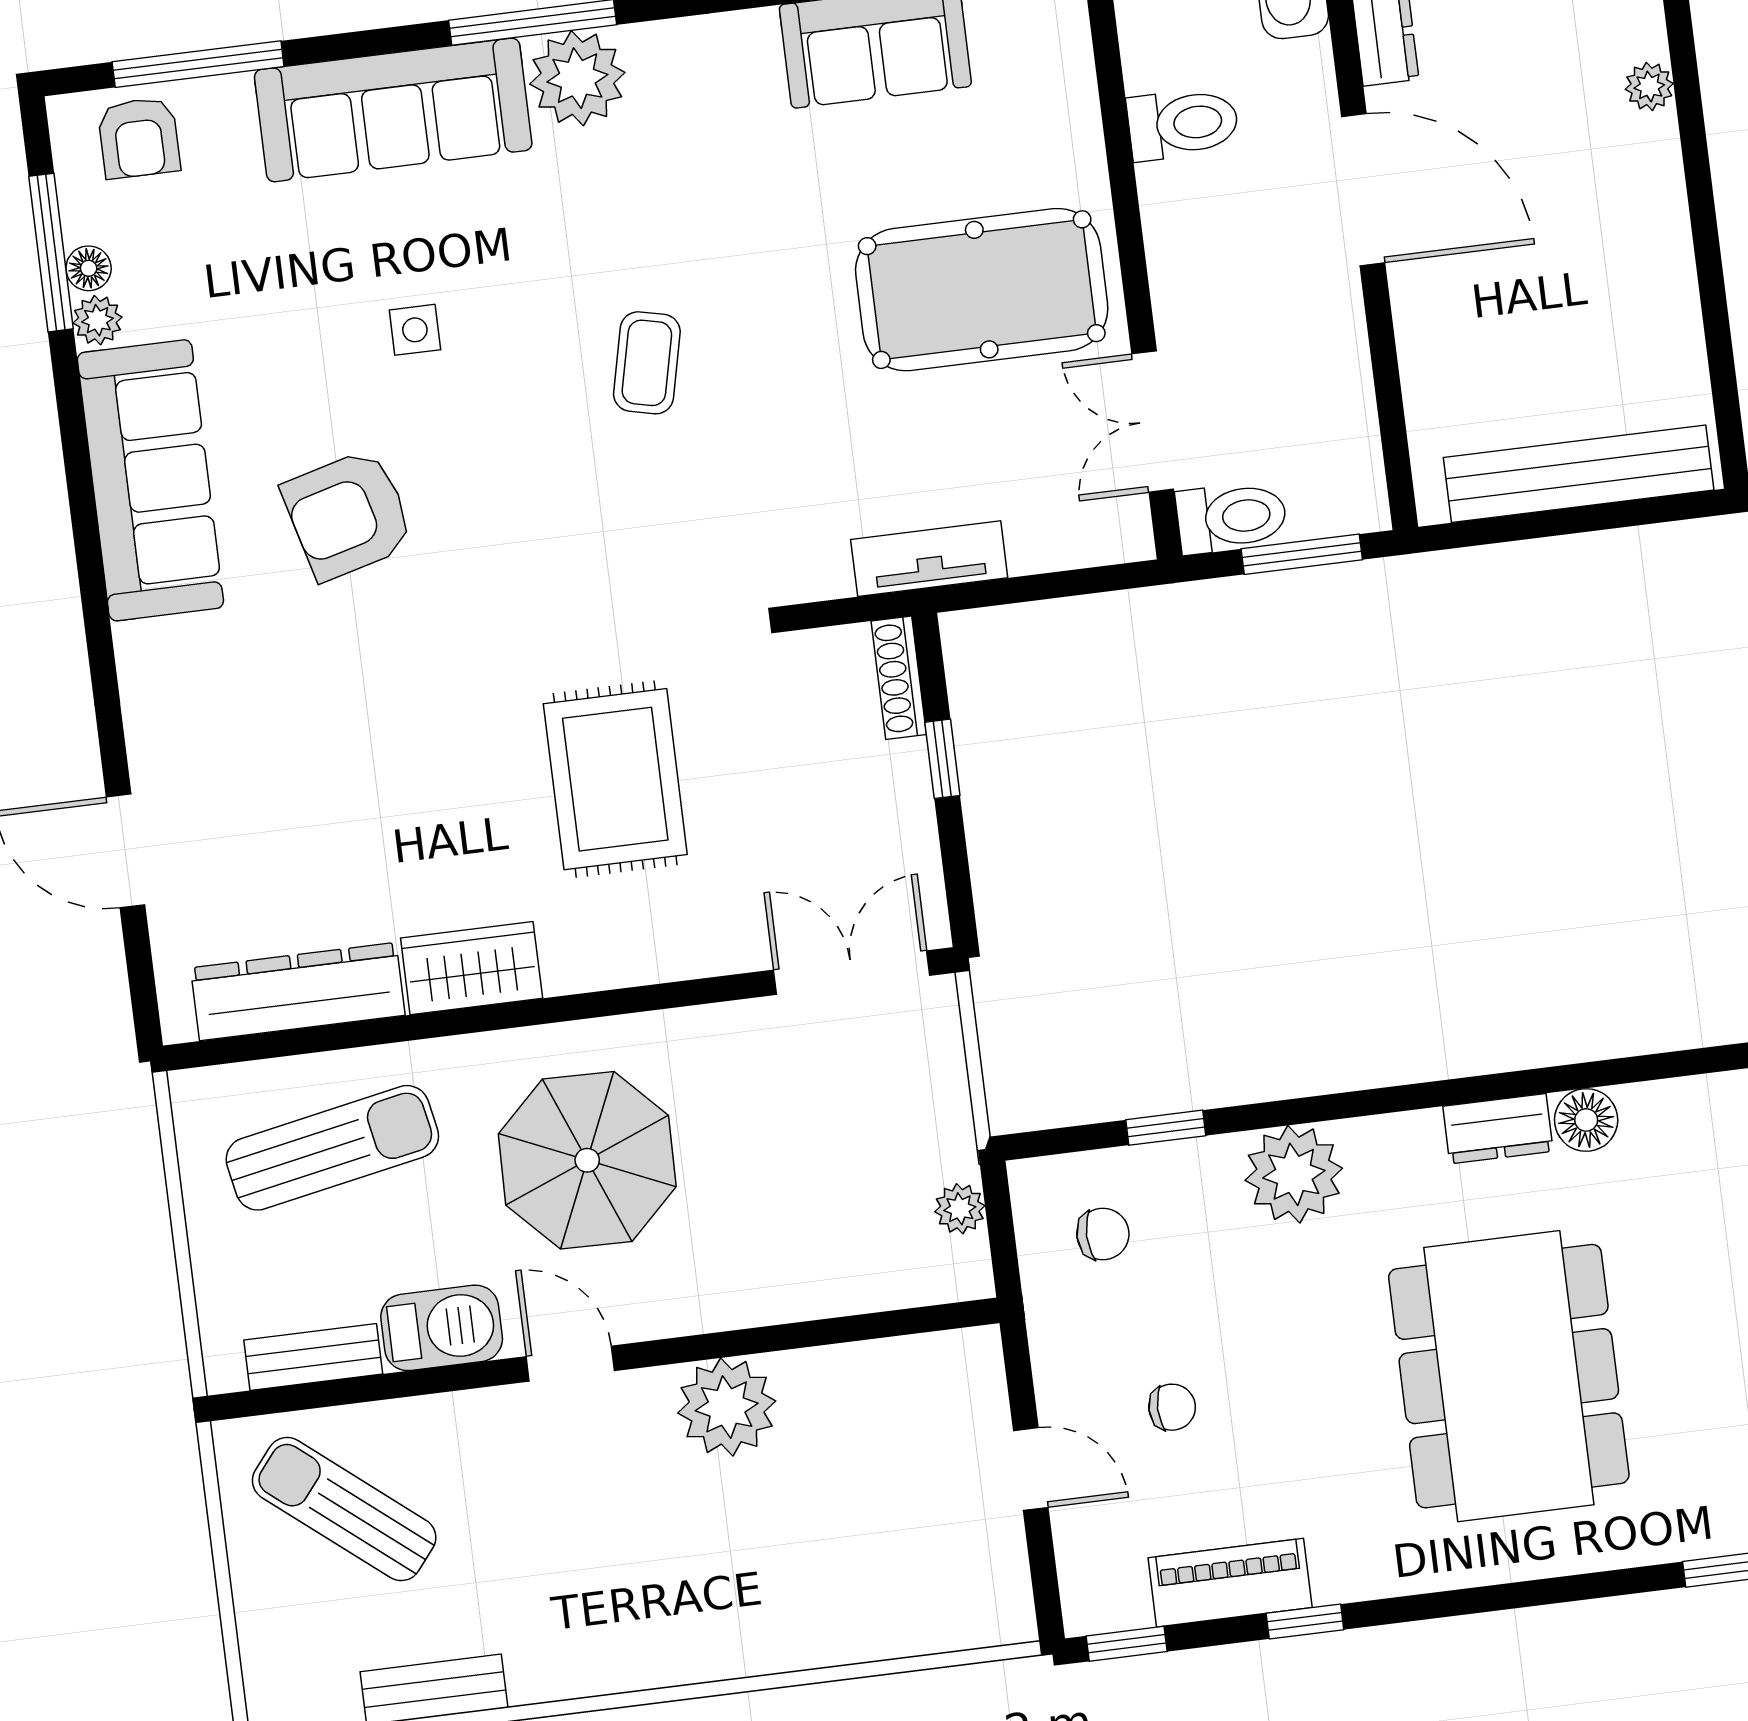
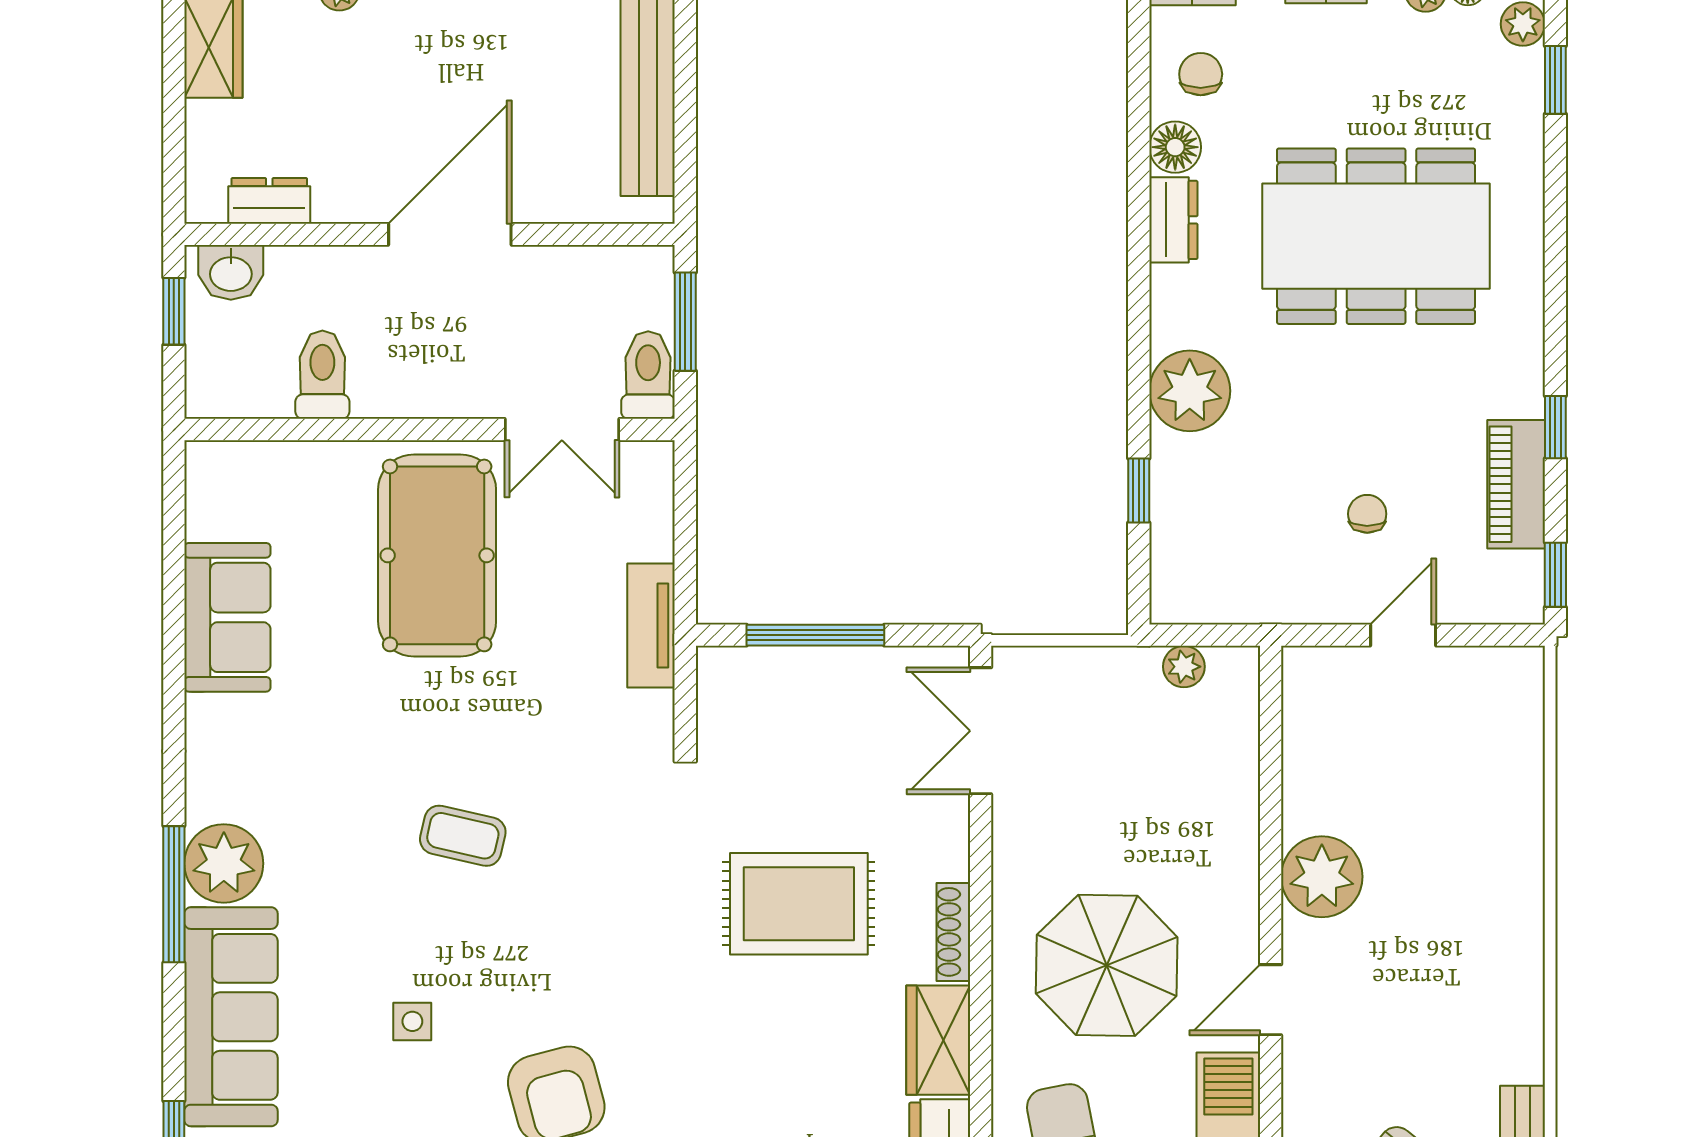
door: (1363, 190) -> (450, 234), moved
shoe rack: (899, 678) -> (953, 932), moved, turned 90
window: (942, 759) -> (815, 635), width x2.17
chair: (1103, 1234) -> (1201, 74), moved

